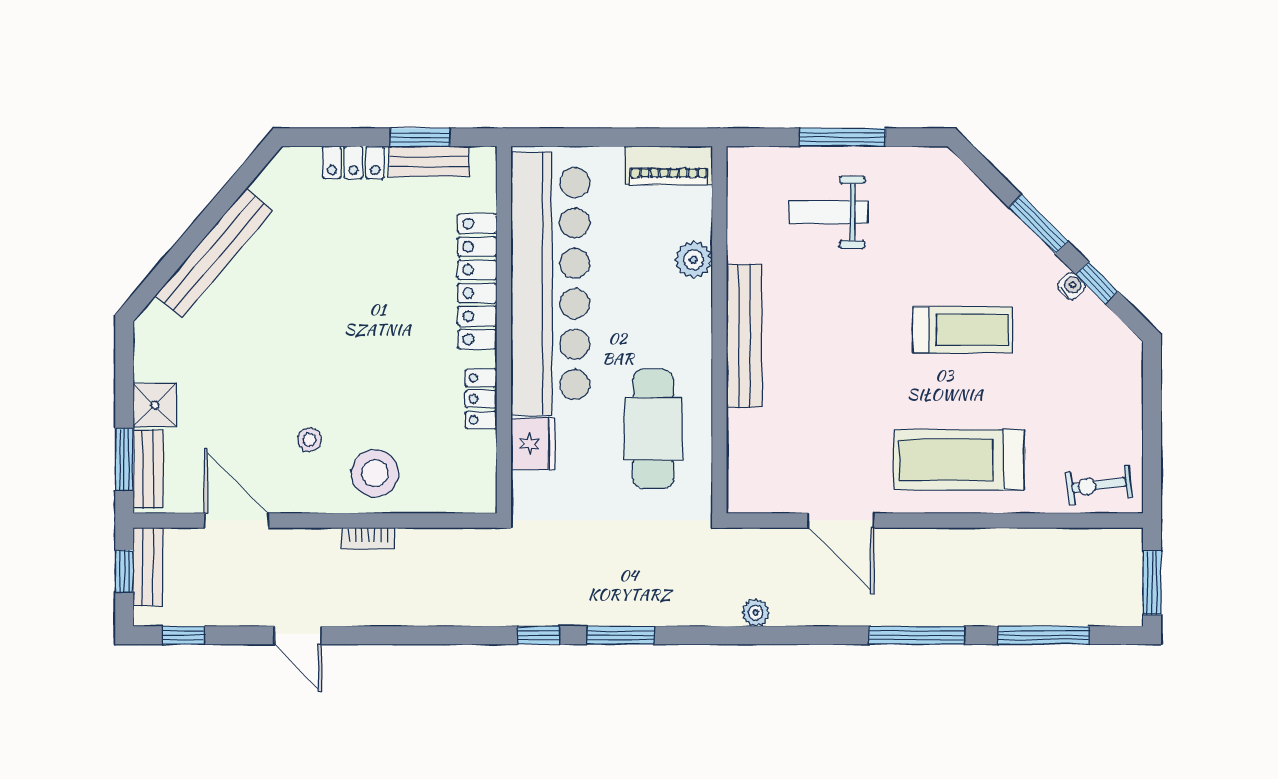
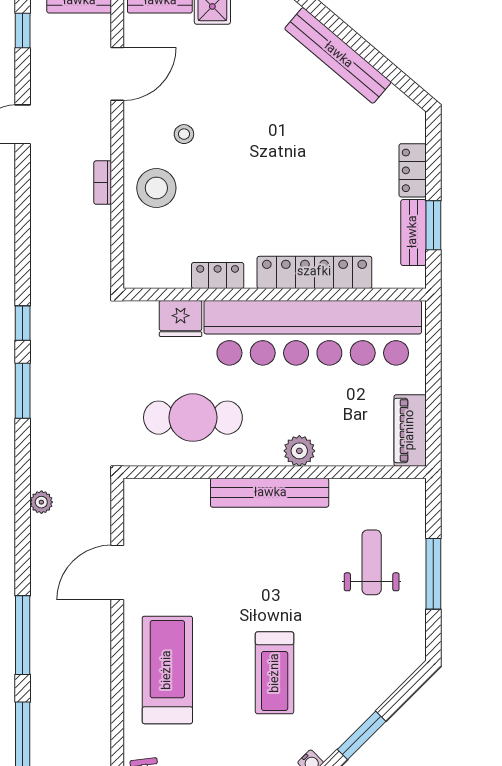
plant: (694, 260) -> (299, 451), moved

